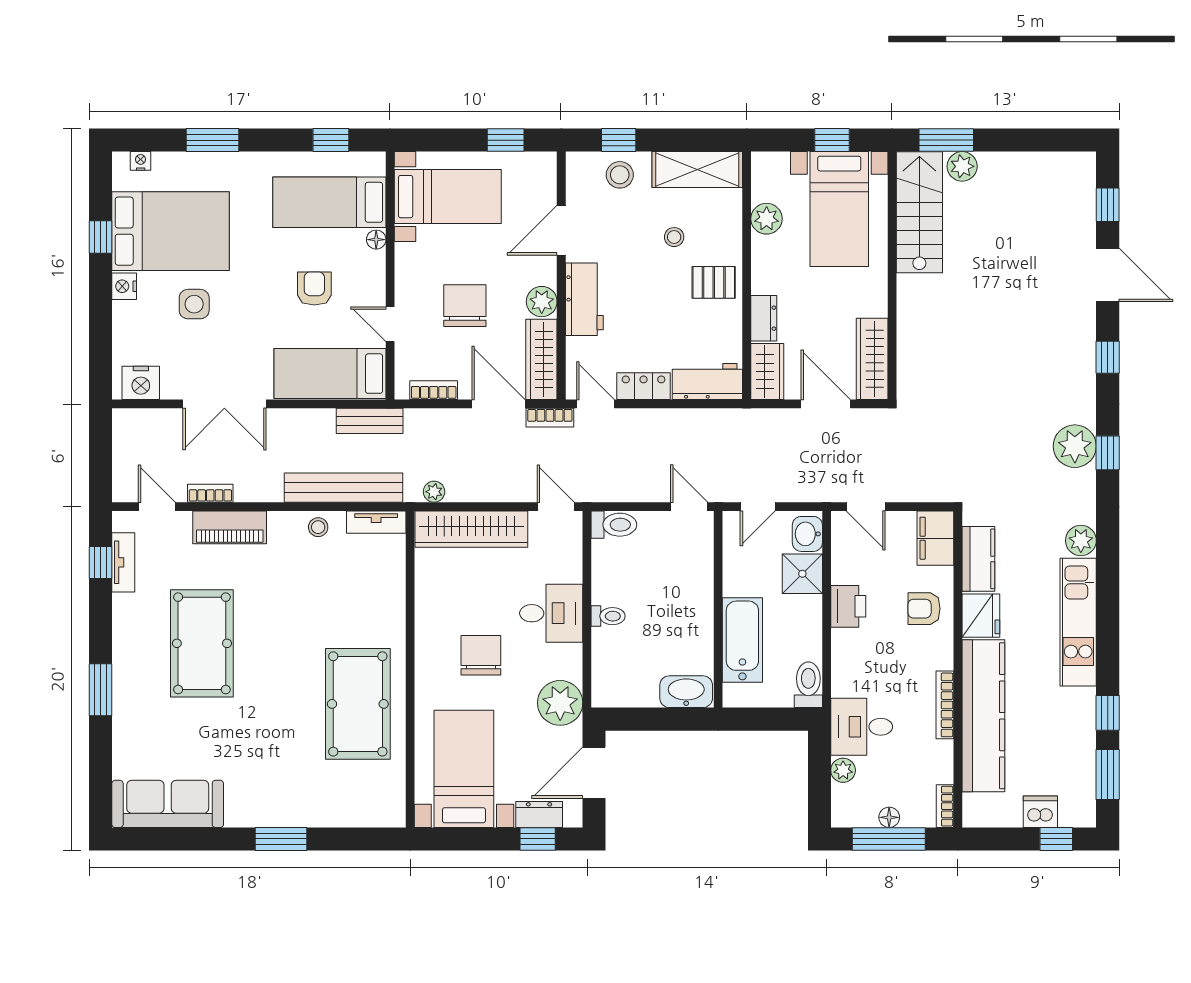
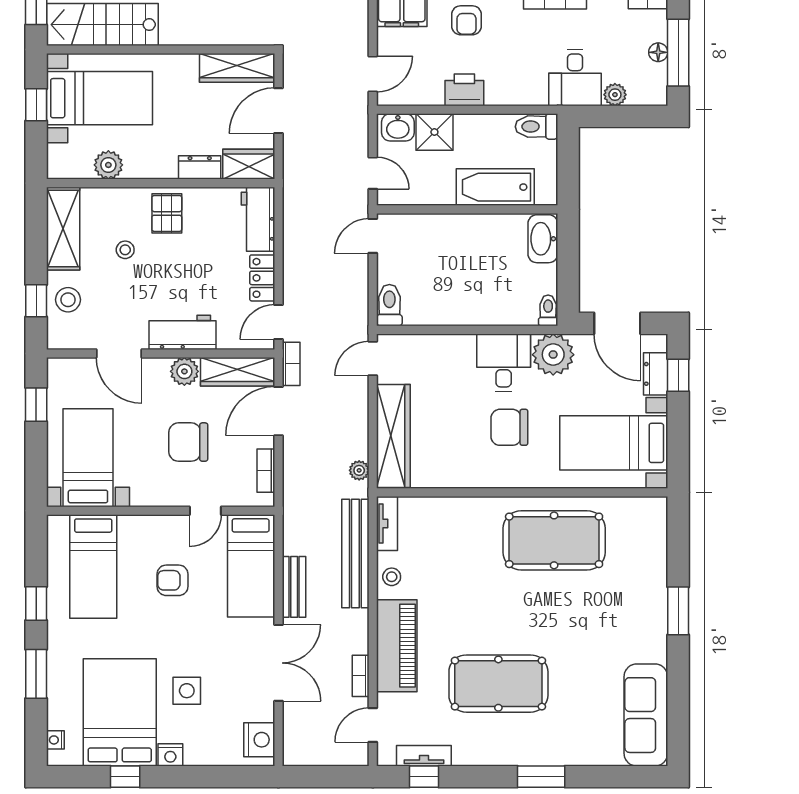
window: (331, 140) -> (36, 604), moved
floor lamp: (376, 240) -> (127, 523), removed
bench: (370, 421) -> (294, 587), moved
piano: (230, 527) -> (397, 646), width x1.37, depth x1.33
desk: (551, 613) -> (504, 363), moved
toilet: (608, 616) -> (548, 310), moved

